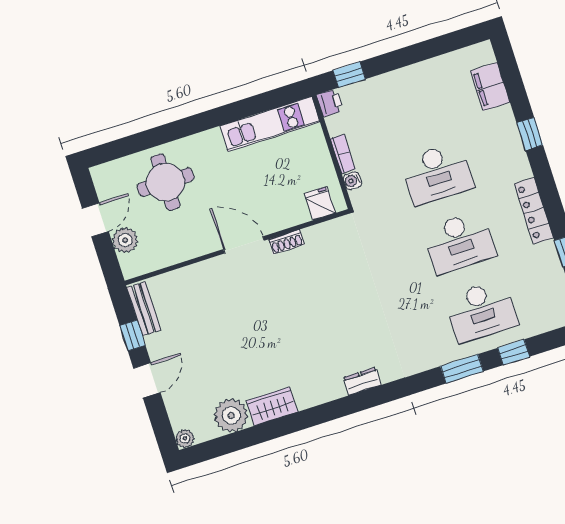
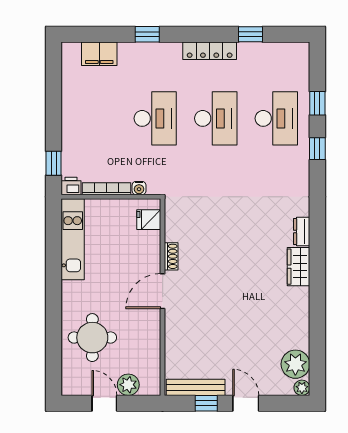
bookcase: (343, 154) -> (107, 189), width x1.56
bench: (144, 309) -> (196, 387), width x1.36
window: (462, 369) -> (317, 149), width x0.67
wardrobe: (272, 406) -> (299, 267), moved
plant: (231, 415) -> (295, 364), moved

